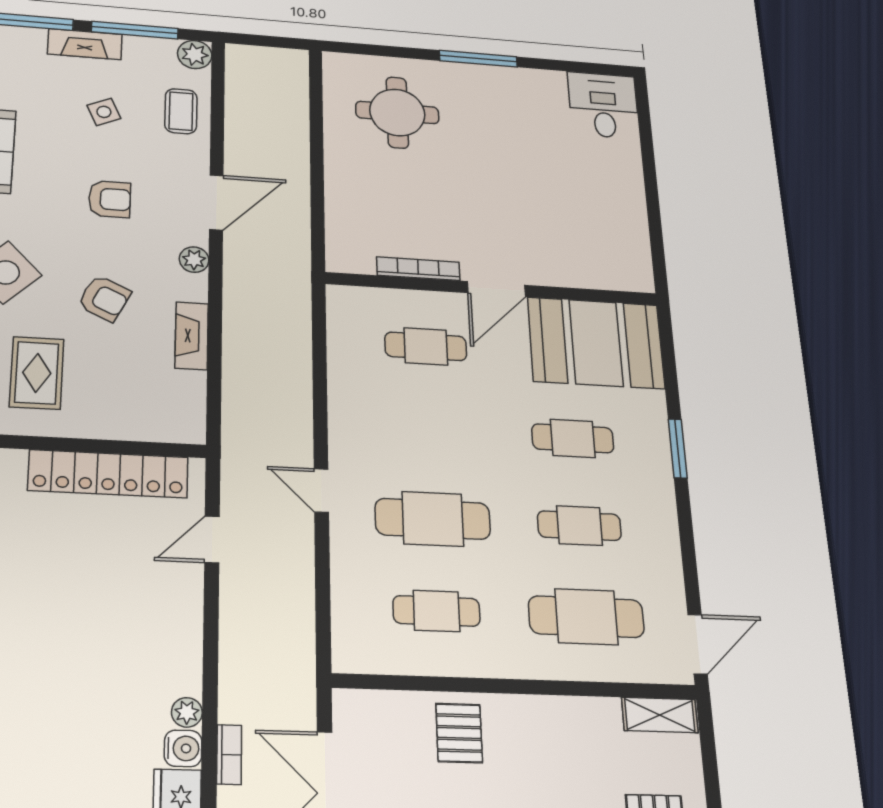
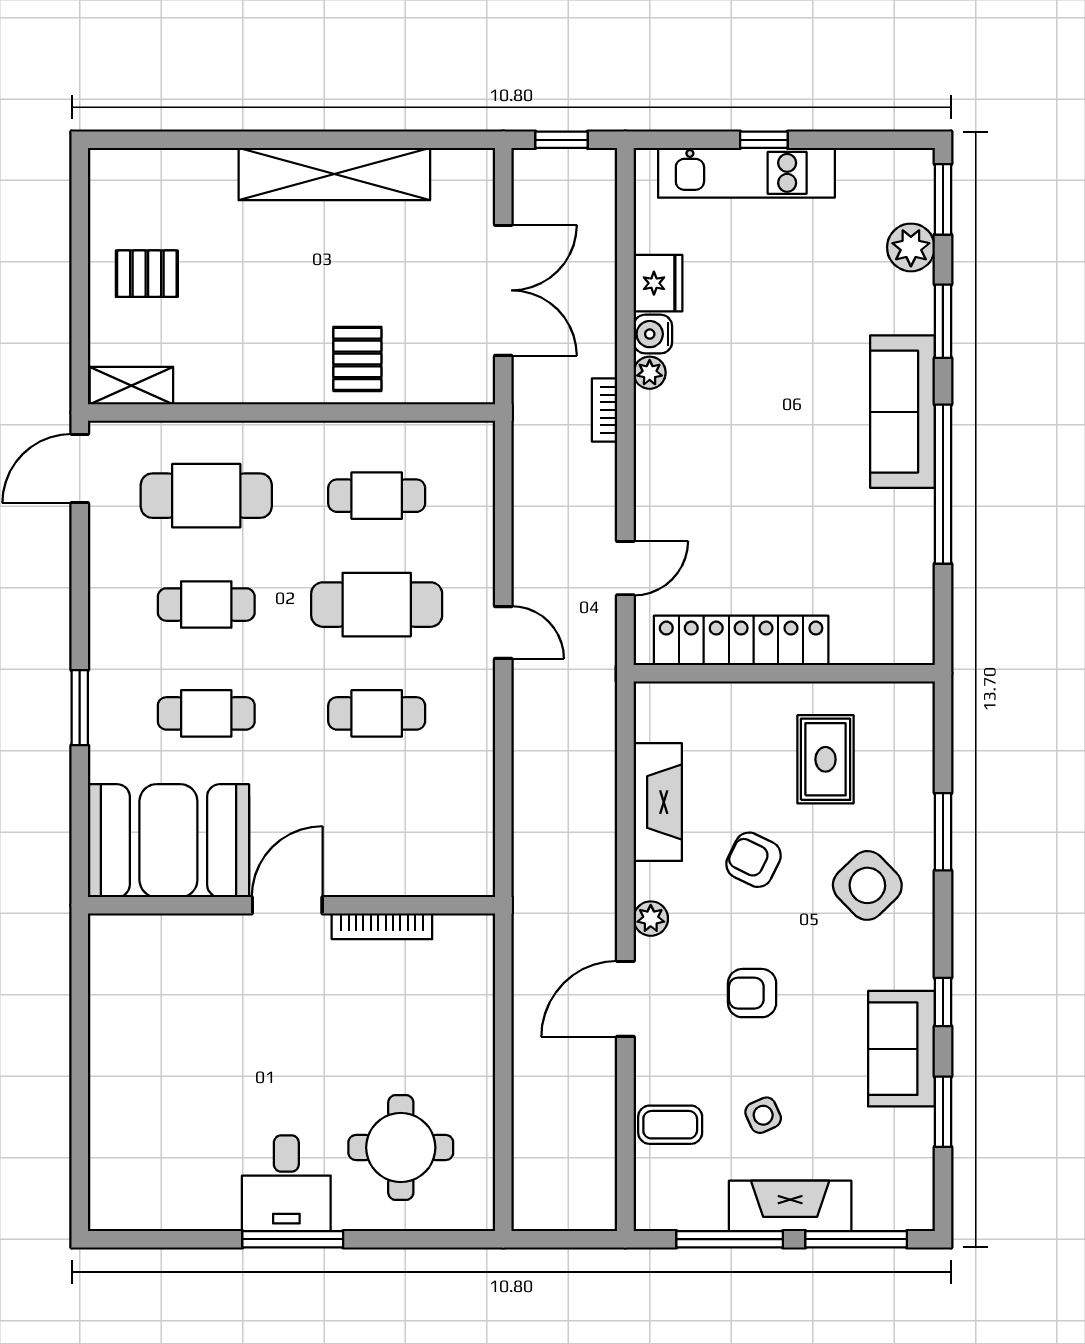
fireplace: (85, 44) -> (790, 1206), width x1.37, depth x1.32
plant: (195, 55) -> (655, 1210), removed
desk: (603, 105) -> (286, 1183), moved
coffee table: (181, 111) -> (670, 1125), turned 90
fireplace: (192, 336) -> (658, 802), width x1.37, depth x1.32
cafe table: (426, 346) -> (377, 713), moved
bookcase: (229, 755) -> (605, 410), moved

